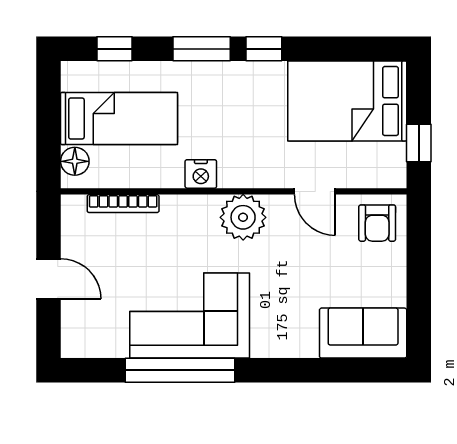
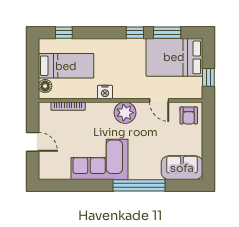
window: (202, 49) -> (167, 33), moved
window: (180, 370) -> (139, 185), moved

